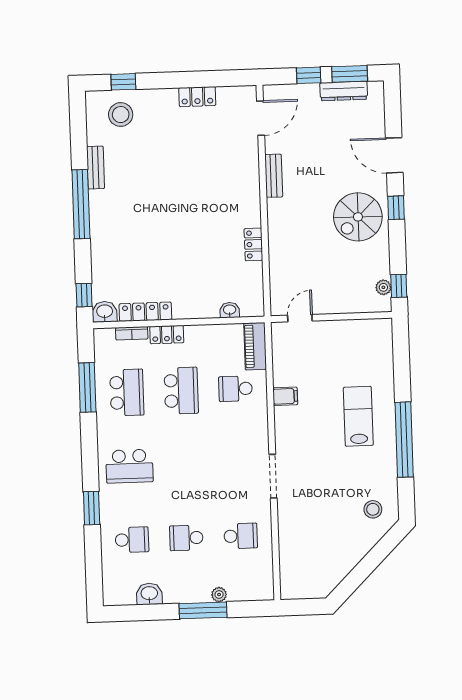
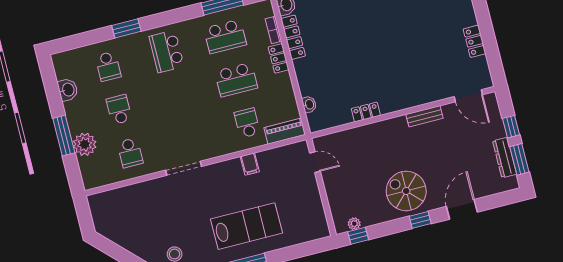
lab bench: (358, 416) -> (247, 226), width x1.36, depth x1.39
plant: (219, 595) -> (85, 144), width x1.88, depth x1.88

